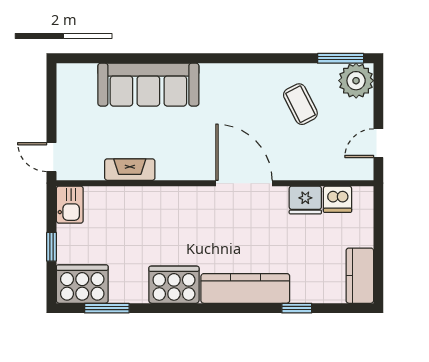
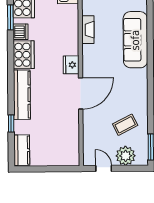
plant: (356, 81) -> (126, 156), moved
dishwasher: (338, 199) -> (21, 32), moved, turned 180
fridge: (305, 200) -> (71, 65), moved
kitchen counter: (360, 276) -> (22, 150), moved, turned 90

